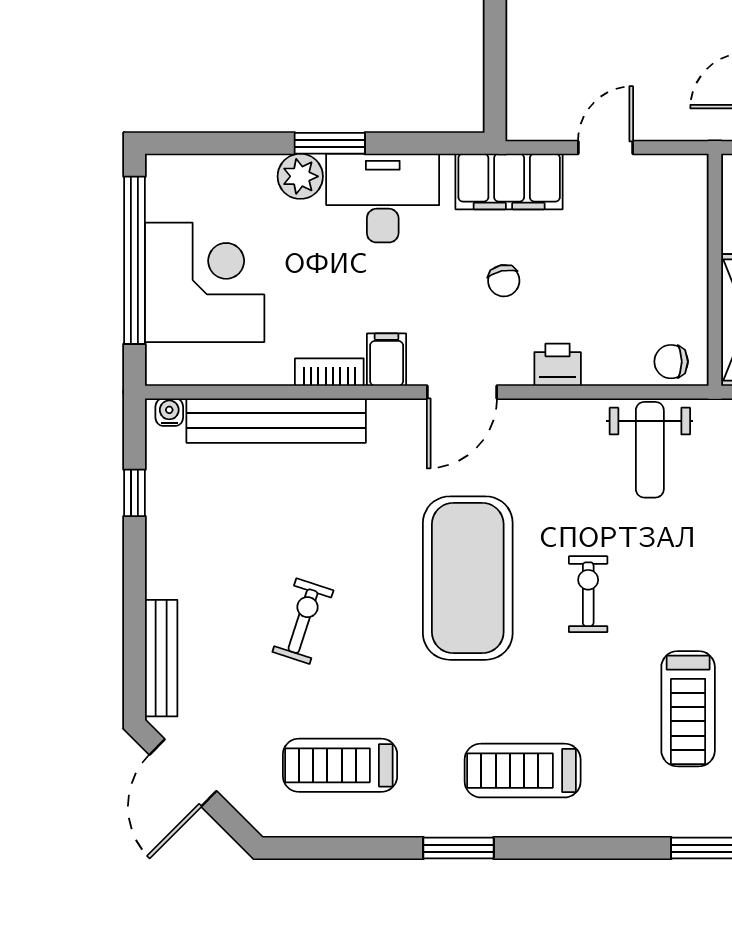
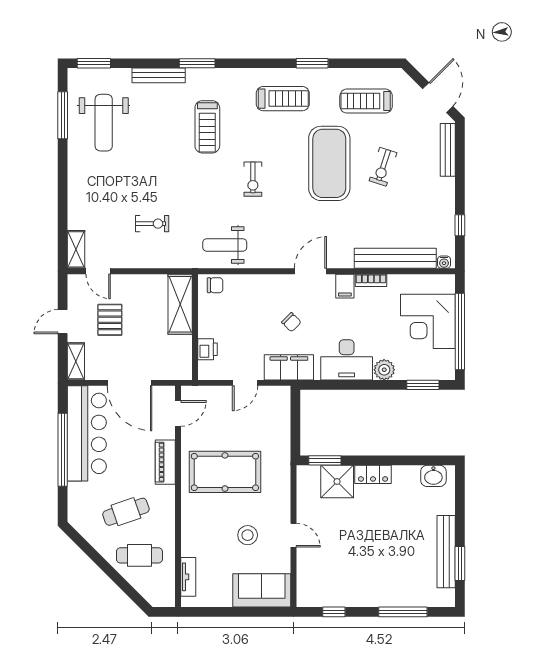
window: (330, 143) -> (423, 385), moved
chair: (504, 281) -> (291, 322), turned 147
printer: (558, 365) -> (208, 349), moved, turned -90
weight bench: (650, 450) -> (225, 245), turned -90
exercise mat: (468, 578) -> (329, 163), moved
treadmill: (688, 709) -> (207, 127), turned 180
treadmill: (340, 765) -> (366, 101), turned 180

